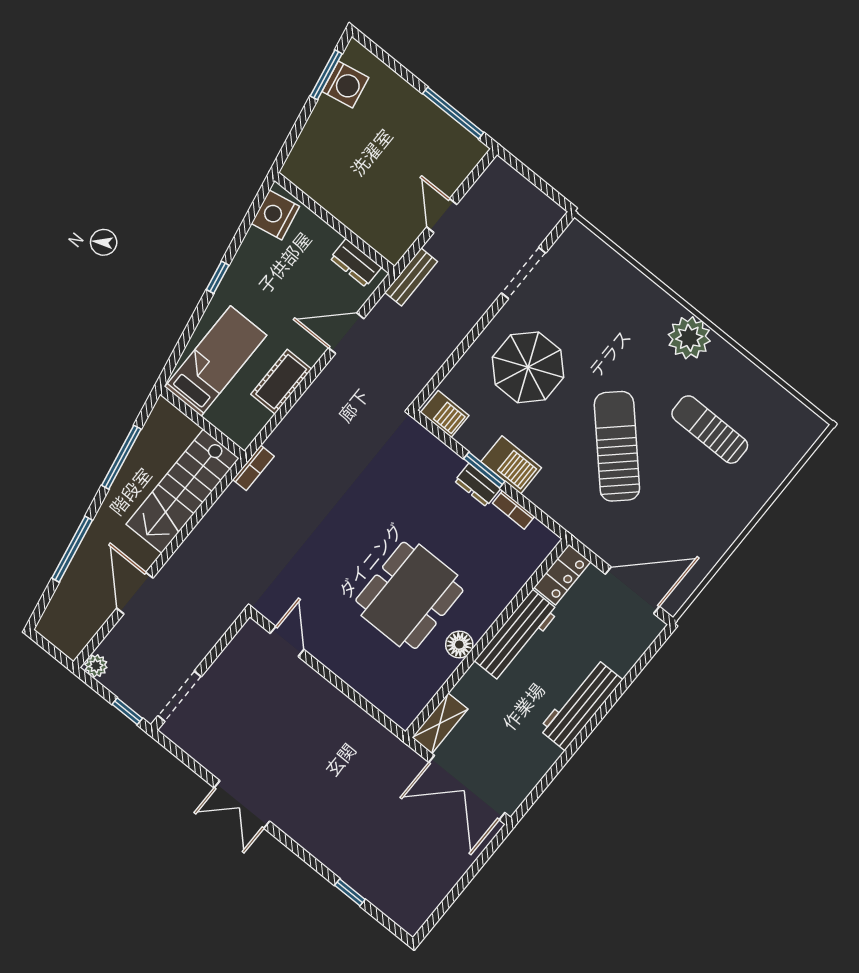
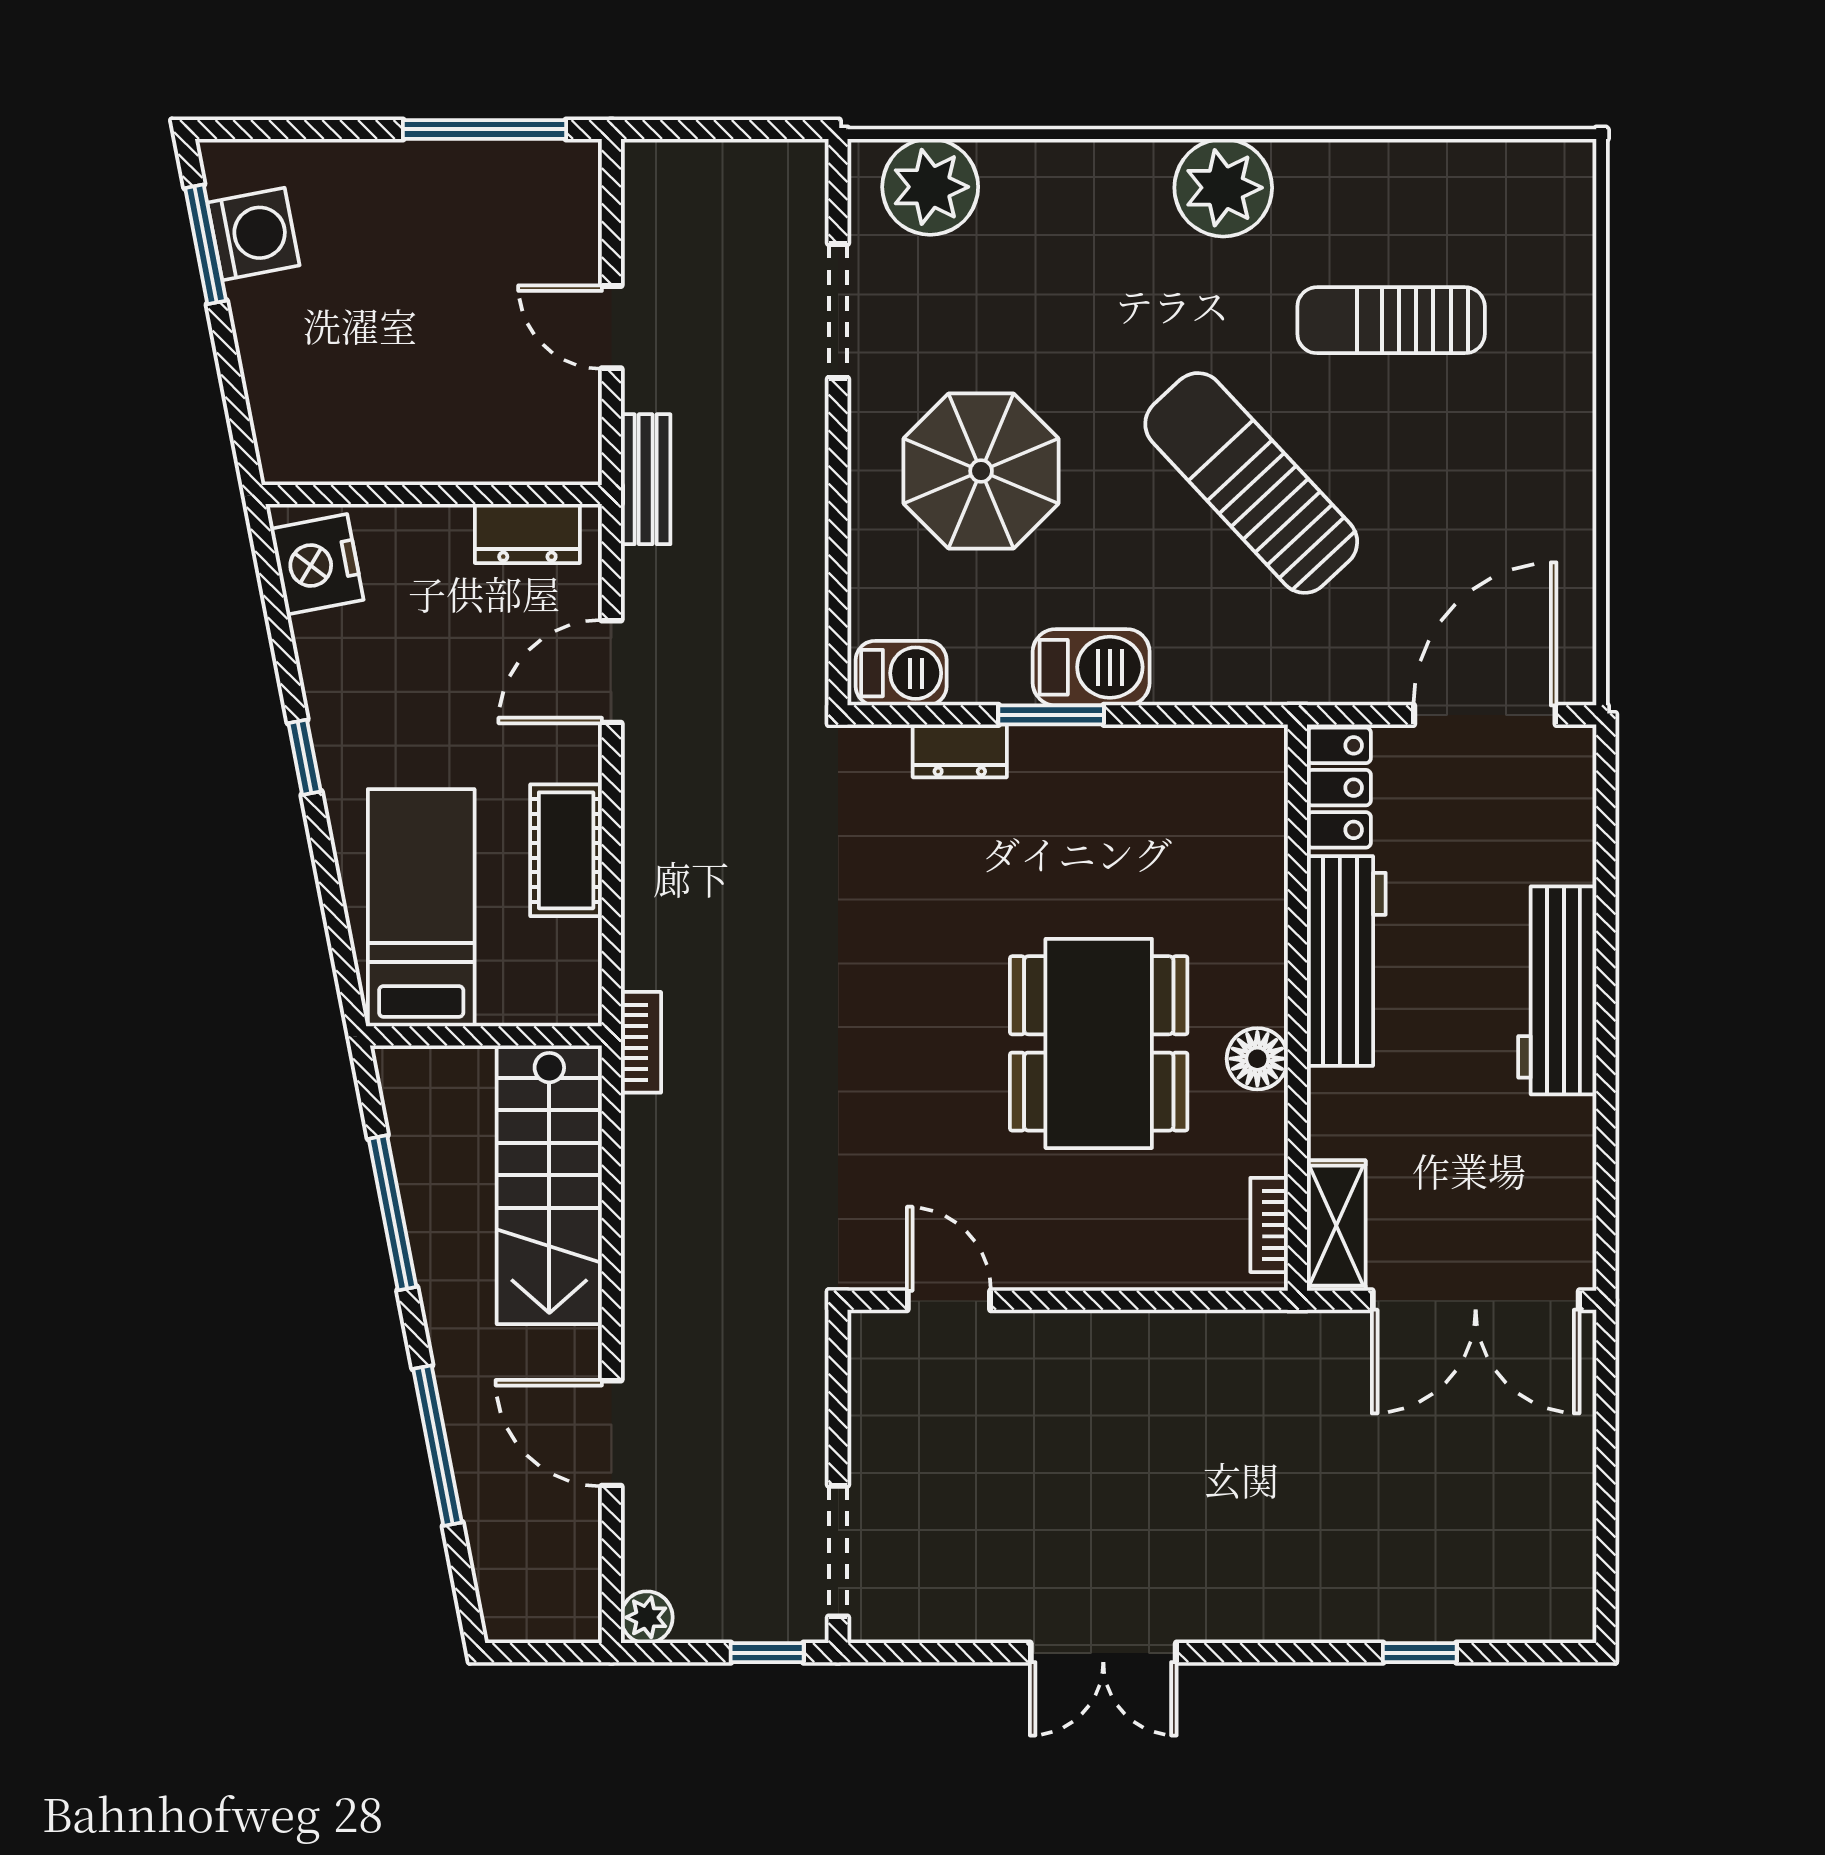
plant: (589, 256) -> (930, 187), added
dresser: (478, 485) -> (960, 751), moved
bookcase: (514, 510) -> (1269, 1225), moved, turned 90

